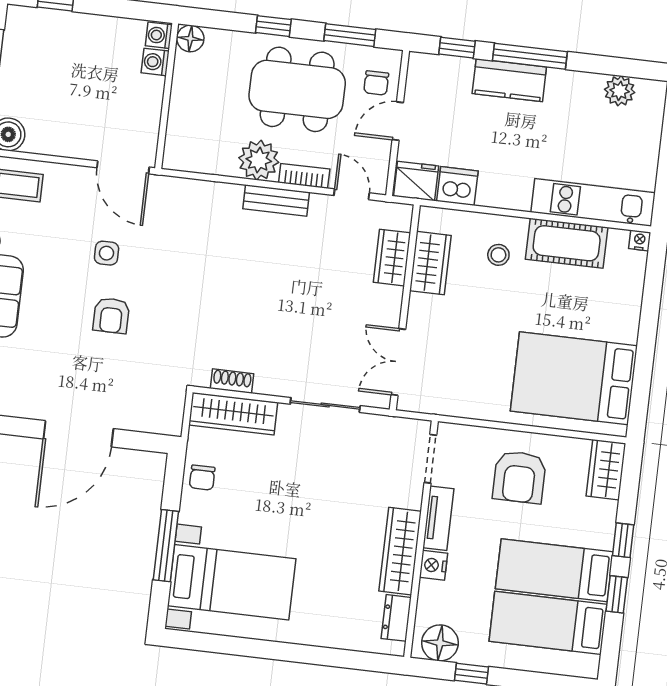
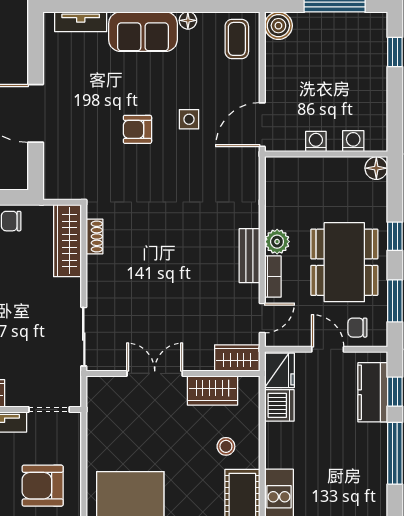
washing machine: (159, 35) -> (316, 141), moved
kitchen counter: (509, 80) -> (373, 392), moved
plant: (259, 160) -> (277, 242), width x0.73, depth x0.73
wardrobe: (392, 258) -> (237, 358), moved
double door: (398, 362) -> (155, 373), moved
sliding door: (325, 405) -> (84, 337), moved

